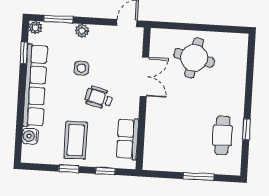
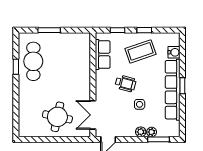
plant: (35, 28) -> (152, 132), moved
window: (24, 53) -> (182, 86), moved
double door: (144, 77) -> (93, 115), moved
cafe table: (222, 135) -> (33, 61), width x1.37, depth x1.35
coffee table: (76, 140) -> (140, 51), turned 71

